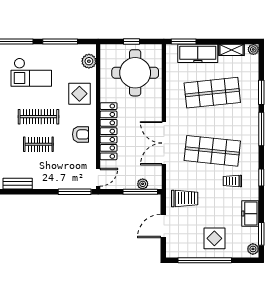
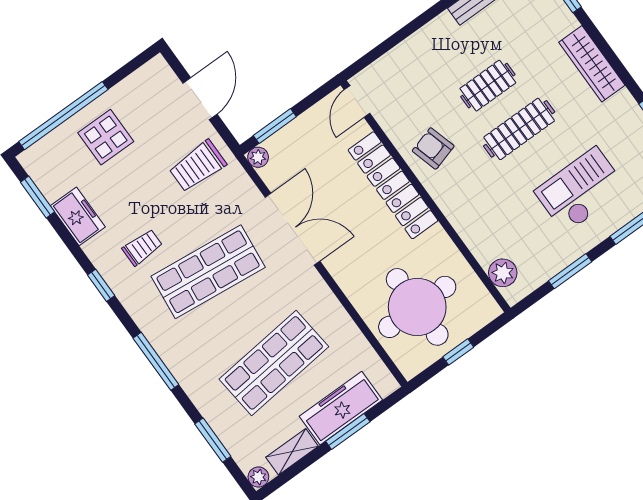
window: (60, 41) -> (570, 271), width x0.69
window: (184, 41) -> (348, 432), moved
window: (261, 92) -> (213, 440), moved
display table: (79, 94) -> (481, 211), removed
armchair: (80, 134) -> (433, 148), turned 74
plant: (143, 184) -> (258, 157), moved
window: (75, 192) -> (378, 52), removed
window: (140, 192) -> (275, 126), width x0.69
plant: (253, 249) -> (33, 164), removed
window: (205, 260) -> (63, 116), moved

